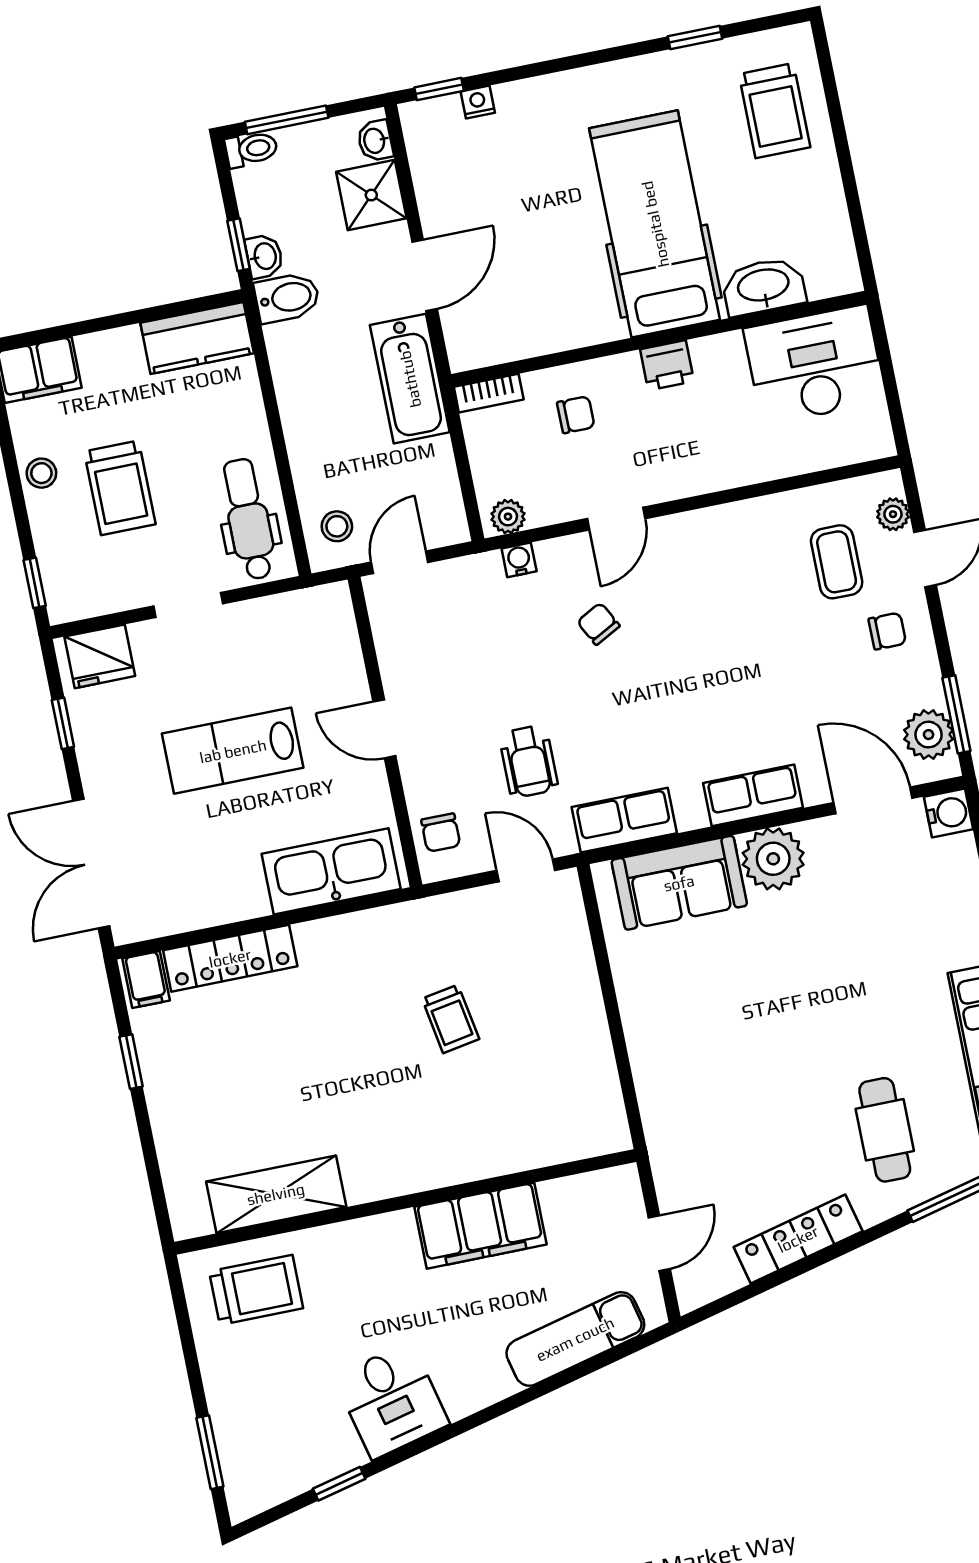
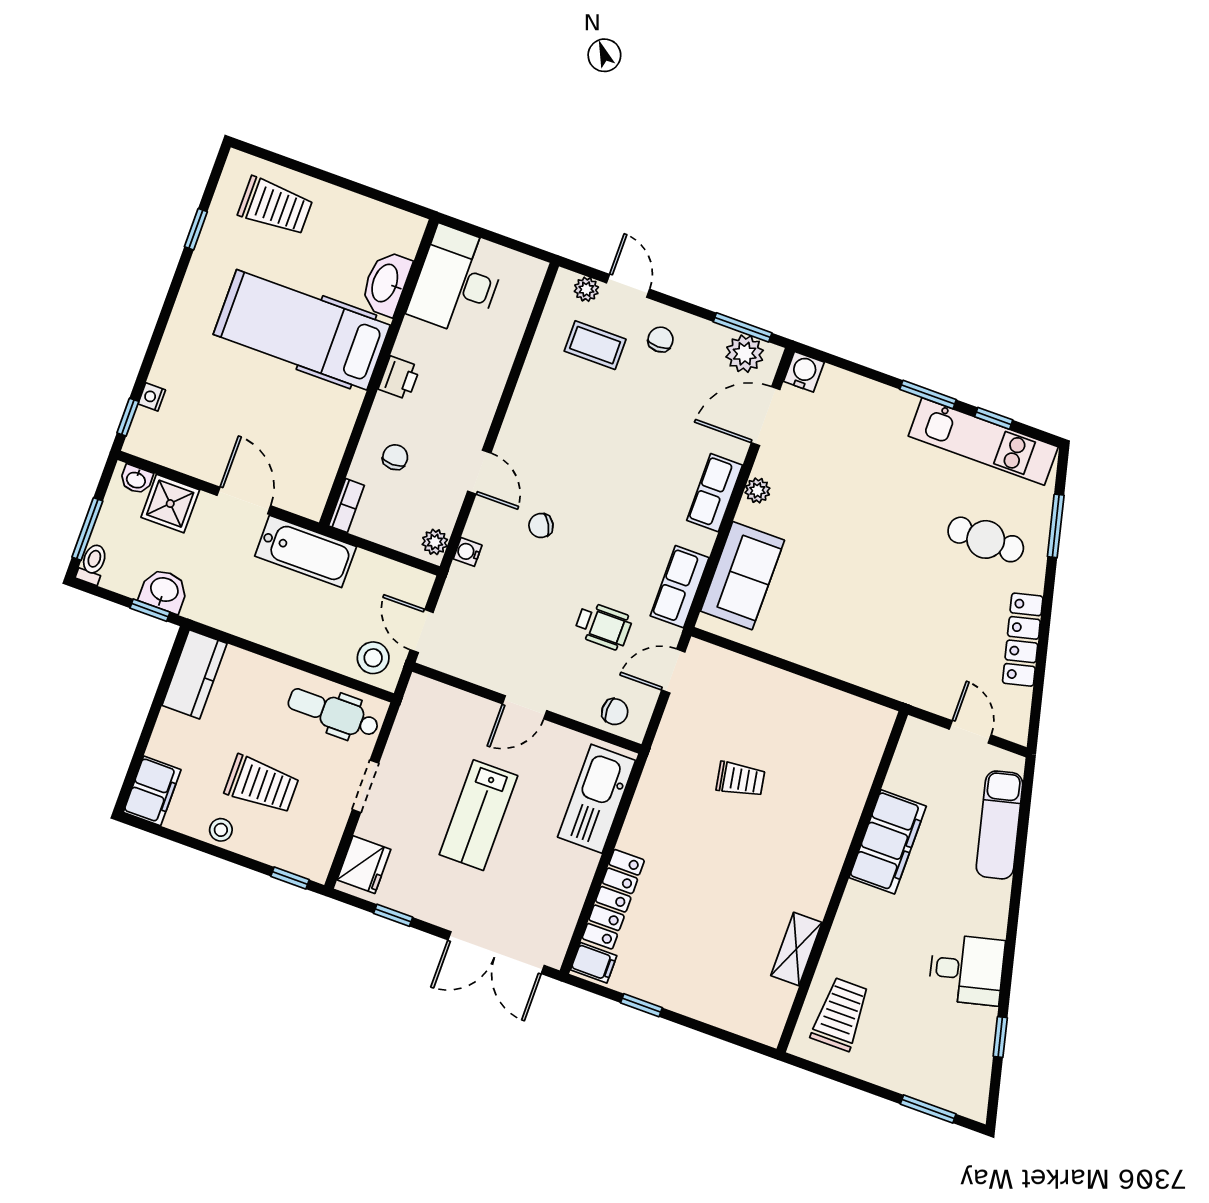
washbasin: (264, 256) -> (164, 591), width x1.38, depth x1.45
bidet: (287, 298) -> (204, 599), removed
stool: (337, 526) -> (373, 658), width x1.37, depth x1.37
plant: (773, 859) -> (757, 490), width x0.53, depth x0.53
shelving: (276, 1194) -> (796, 949), width x0.67, depth x0.75

